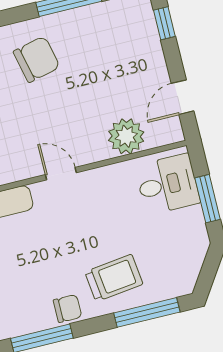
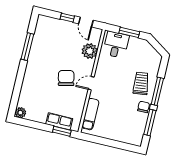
window: (164, 23) -> (67, 18), moved
chair: (37, 59) -> (66, 78), moved
window: (147, 312) -> (157, 91), moved

